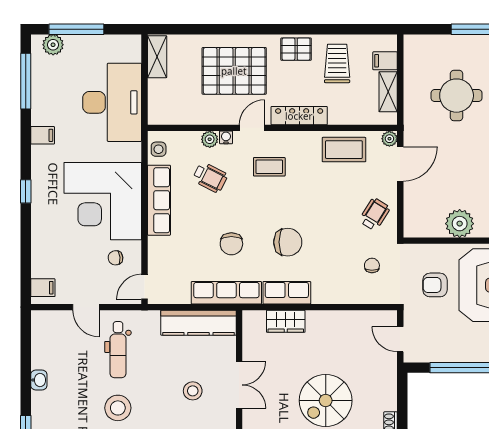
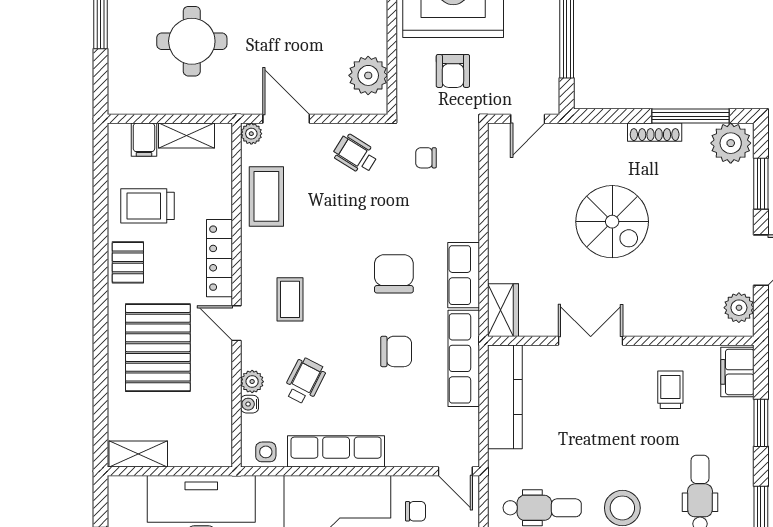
water cooler: (226, 137) -> (250, 404), moved
plant: (460, 224) -> (368, 75), moved
chair: (115, 258) -> (415, 511), turned -84
wardrobe: (286, 321) -> (503, 310), moved
stool: (193, 391) -> (599, 405), removed

